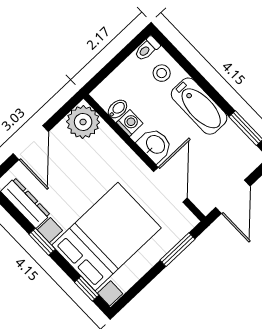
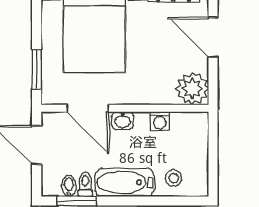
toilet: (147, 49) -> (85, 184), moved
bidet: (117, 109) -> (69, 186), moved, turned 180
washbasin: (155, 145) -> (123, 120), width x0.72, depth x0.69

